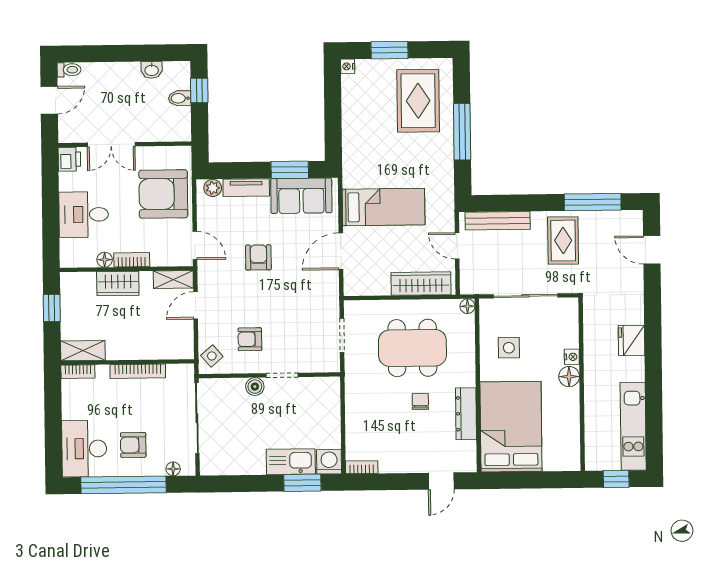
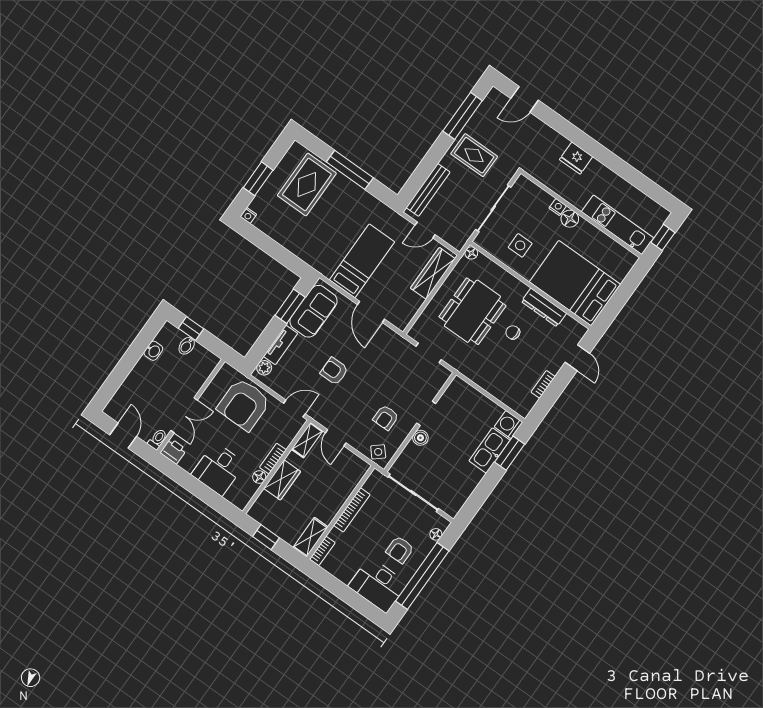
toilet: (69, 70) -> (158, 439), moved
rug: (418, 101) -> (307, 184), turned 90
kitchen unit: (633, 426) -> (618, 225), moved, turned 180
bookcase: (362, 467) -> (543, 384), moved

